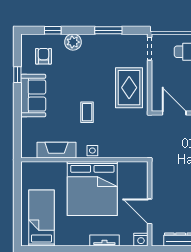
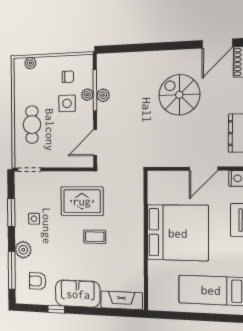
window: (53, 30) -> (12, 270), width x2.17
rug: (129, 88) -> (82, 201), moved
fireplace: (56, 150) -> (122, 300), moved, turned 90
side table: (92, 151) -> (34, 219), moved

